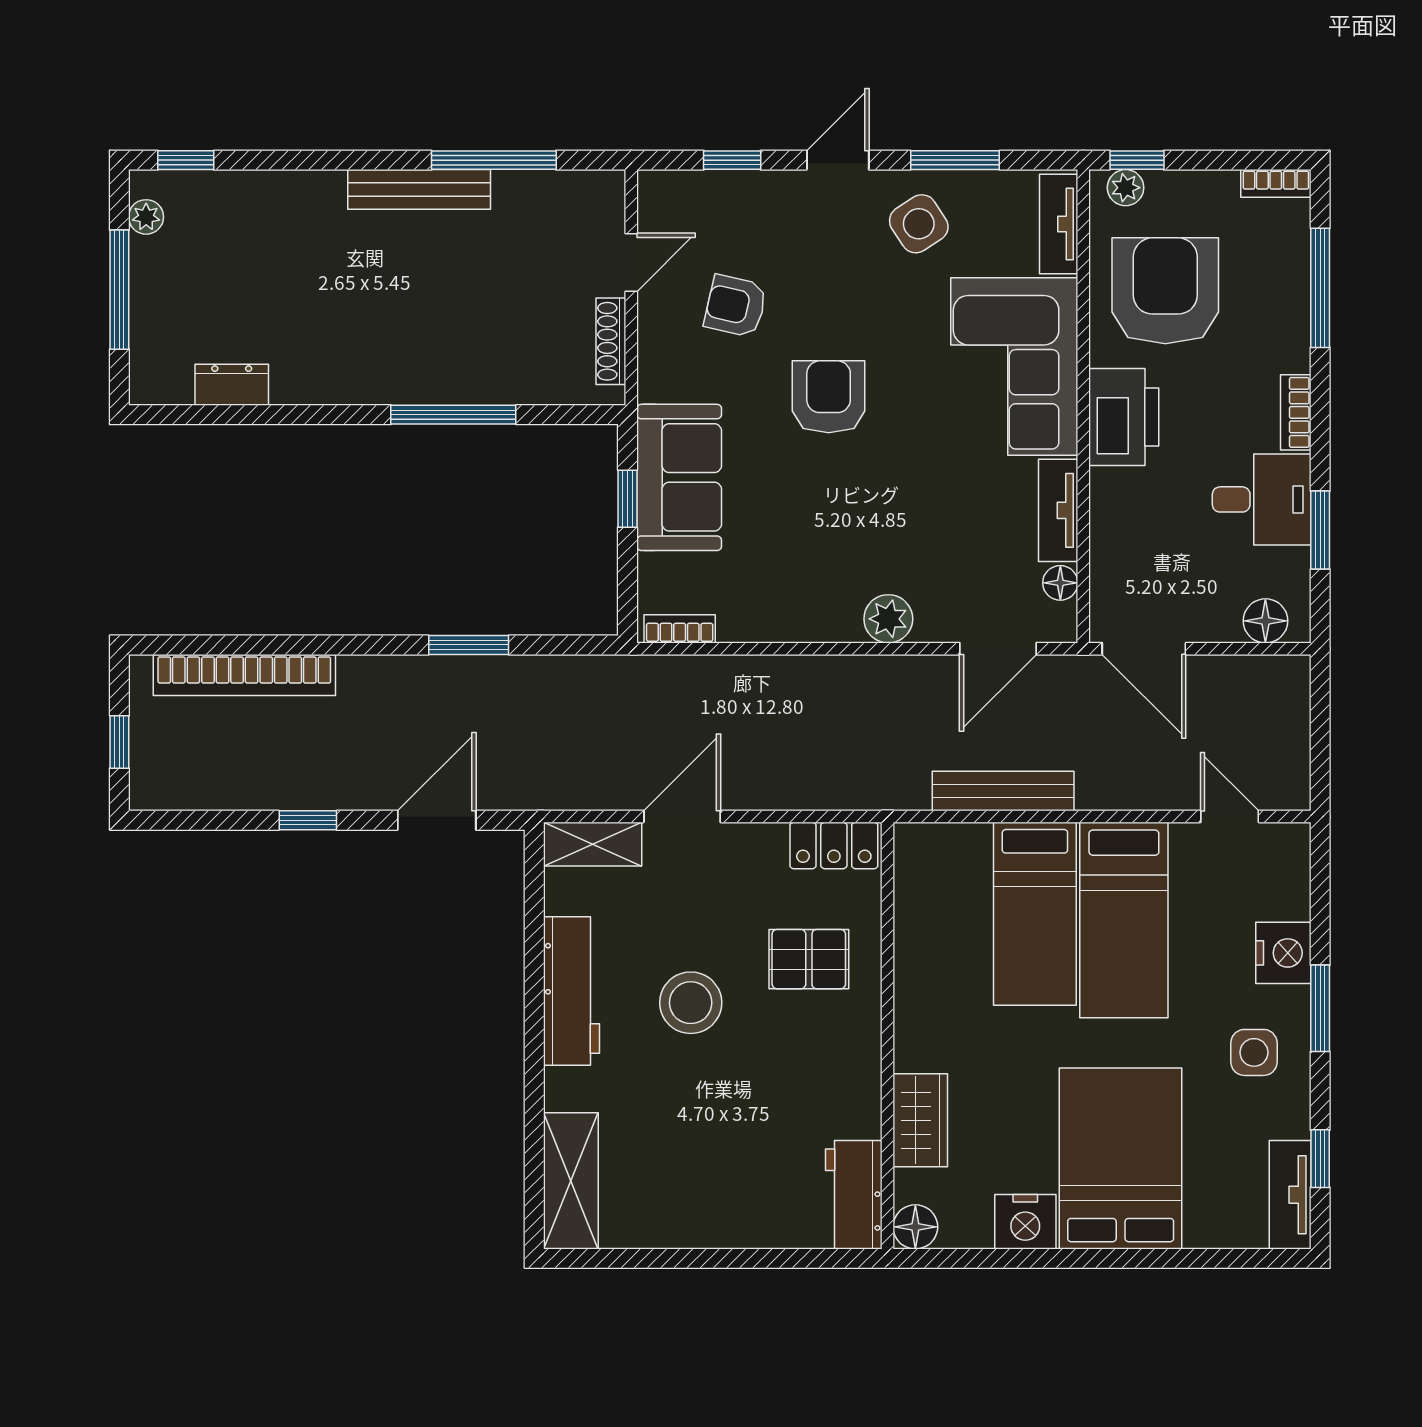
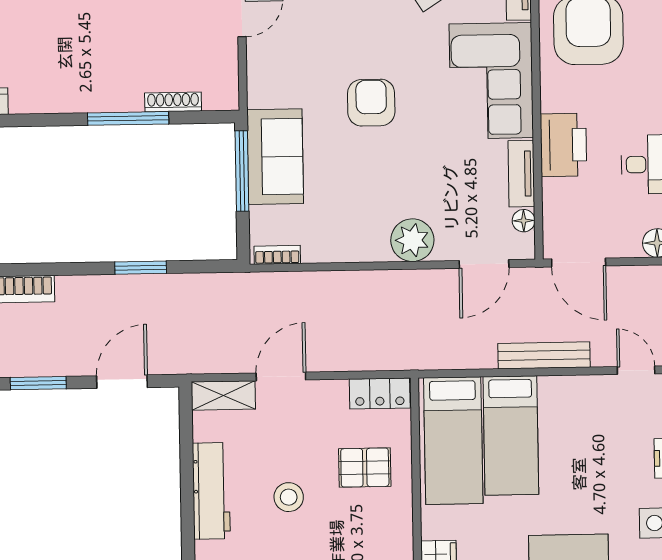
armchair: (736, 306) -> (310, 45), removed
shoe rack: (611, 341) -> (173, 102), moved, turned 90
printer: (1124, 417) -> (563, 145), moved
window: (627, 499) -> (242, 171), width x2.17
plant: (888, 619) -> (412, 240), width x1.36, depth x1.36
bench: (1003, 791) -> (544, 355), moved
window: (308, 820) -> (38, 383), width x1.50
bed: (1124, 920) -> (453, 441), moved
stool: (691, 1003) -> (289, 497), width x0.73, depth x0.73

